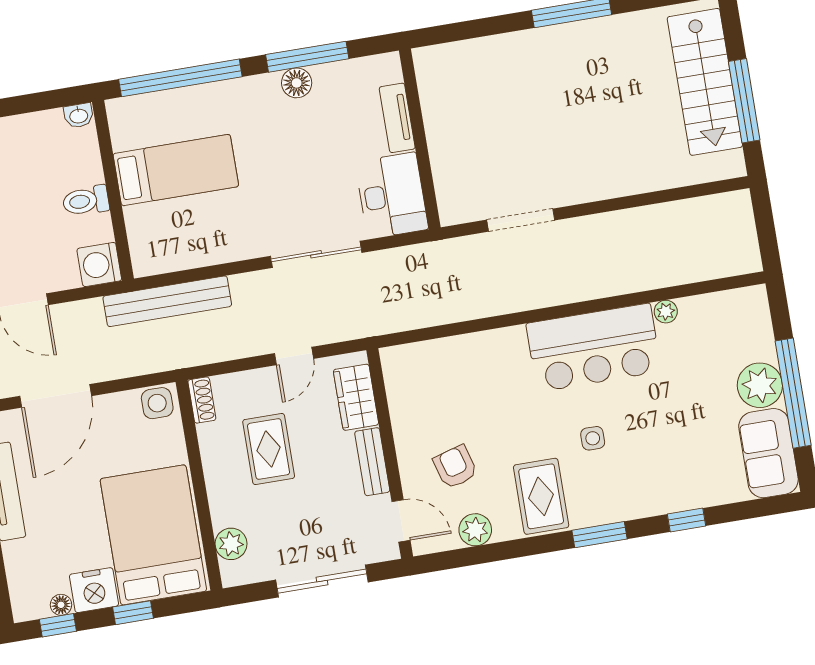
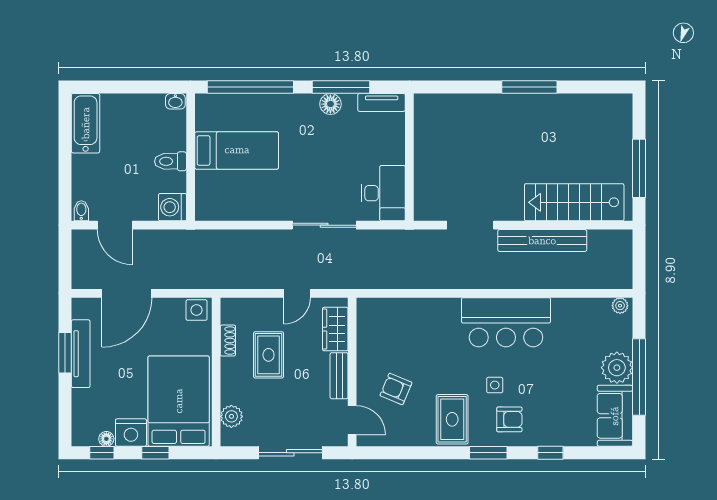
stairs: (705, 82) -> (574, 202), moved, turned 90
tv unit: (397, 118) -> (382, 102), moved, turned -90
bench: (167, 301) -> (542, 241), moved
plant: (666, 312) -> (620, 306), moved
shoe rack: (202, 400) -> (228, 341), moved
armchair: (455, 467) -> (396, 389), turned -51
armchair: (621, 483) -> (509, 419), added
plant: (475, 530) -> (403, 435), removed

